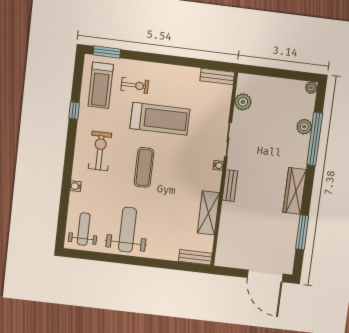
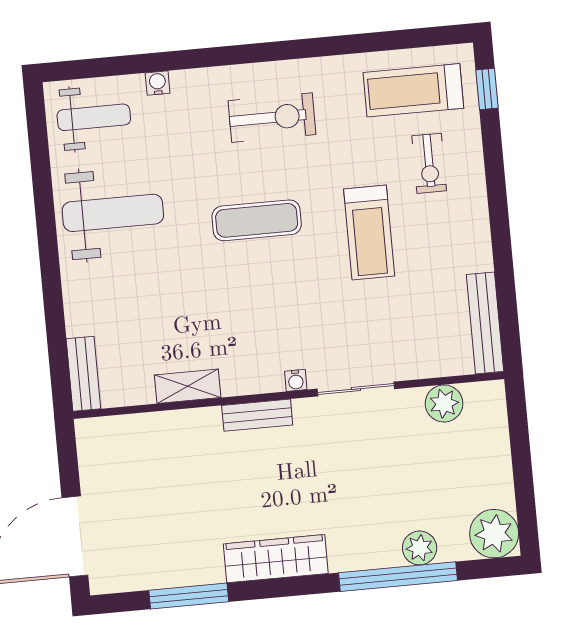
window: (107, 52) -> (487, 89), width x0.67
bench: (217, 77) -> (485, 323), width x1.36
plant: (311, 88) -> (494, 534), width x1.87, depth x1.87
window: (74, 111) -> (347, 44), removed
treadmill: (160, 119) -> (369, 232), width x0.73, depth x0.73
water cooler: (76, 186) -> (158, 83), moved
shelving: (208, 213) -> (188, 386), width x0.67, depth x0.75

